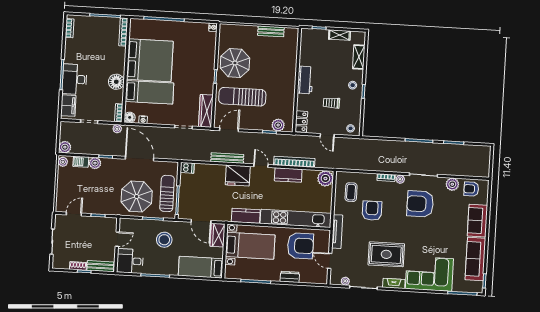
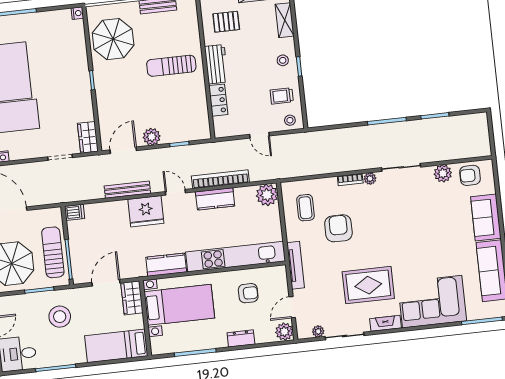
pallet: (317, 51) -> (226, 22), added
parasol: (235, 63) -> (113, 39), moved
sun lounger: (242, 97) -> (171, 66), moved, width x0.73, depth x0.75
trolley: (331, 103) -> (282, 96), moved
wardrobe: (206, 111) -> (88, 137), width x0.67
locker: (301, 122) -> (218, 100), moved
plant: (278, 125) -> (152, 137), moved
armchair: (420, 204) -> (403, 208), removed
door: (201, 221) -> (106, 283), swing flipped
armchair: (300, 246) -> (248, 293), width x0.53, depth x0.53
door: (330, 261) -> (292, 307), hinge flipped
plant: (321, 277) -> (284, 332), added

